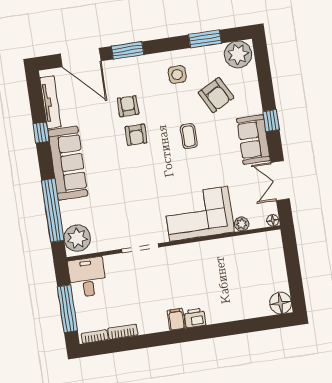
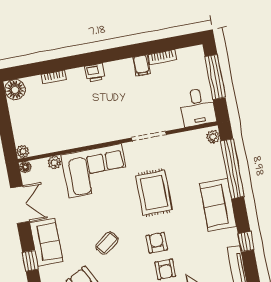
coffee table: (189, 136) -> (107, 243), turned 54
sofa: (68, 163) -> (218, 205), width x0.73
rug: (137, 188) -> (154, 193), added
plant: (275, 237) -> (23, 151), added
plant: (77, 238) -> (213, 137), width x0.53, depth x0.53
filing cabinet: (176, 319) -> (141, 65), moved
bookcase: (95, 337) -> (54, 77), moved

